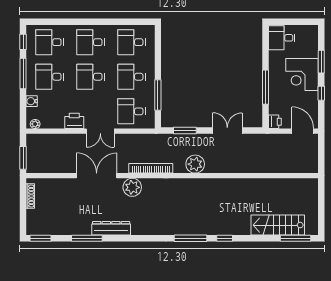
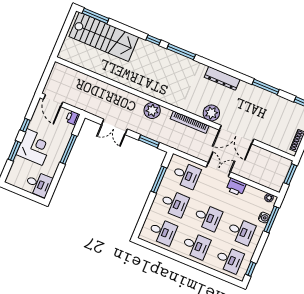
window: (23, 74) -> (271, 219), moved
stairs: (278, 225) -> (104, 37), width x1.36, depth x1.51
dresser: (111, 228) -> (222, 78), moved

